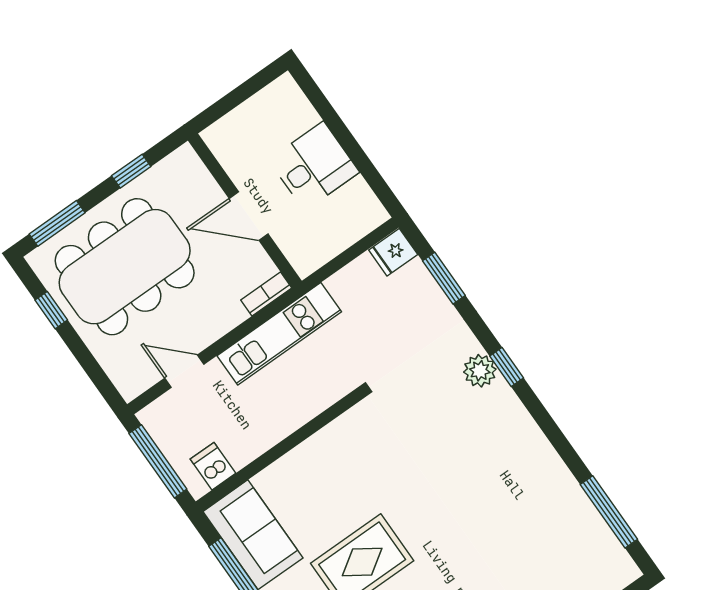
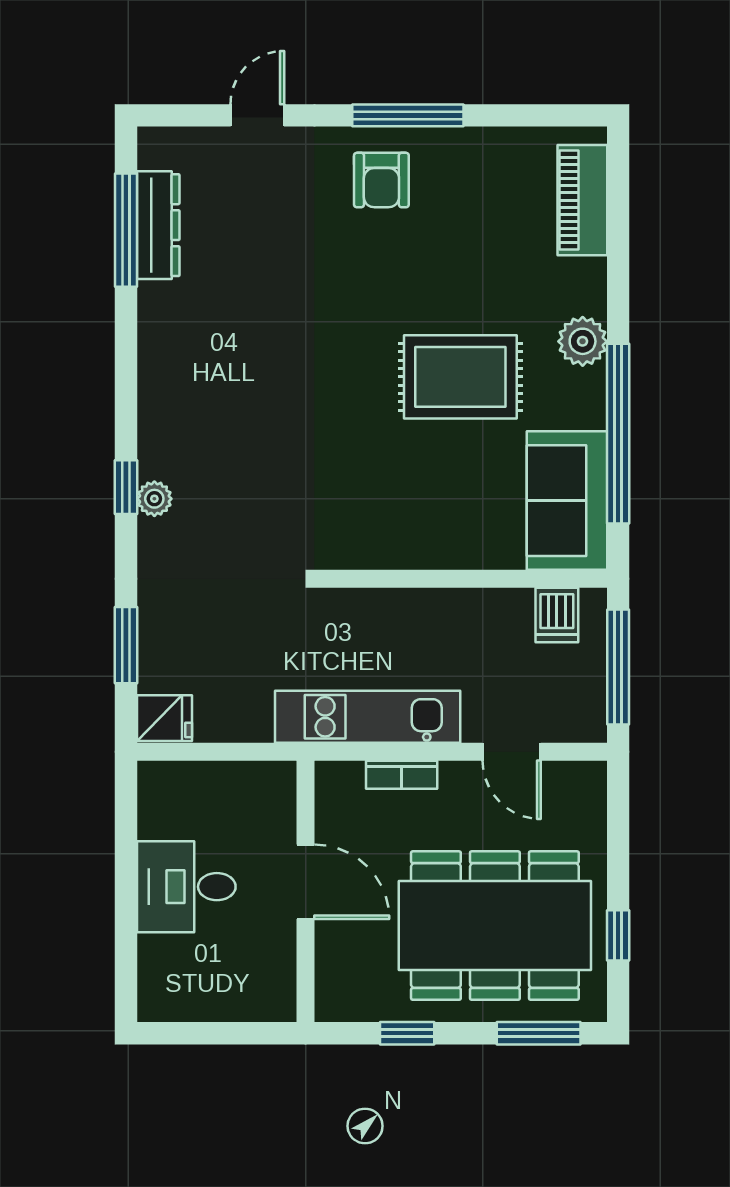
bookcase: (266, 294) -> (402, 775), moved
plant: (480, 371) -> (154, 499), width x0.73, depth x0.73
dresser: (593, 527) -> (158, 225), added

